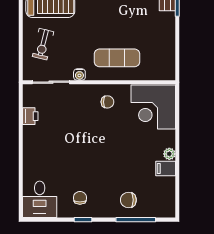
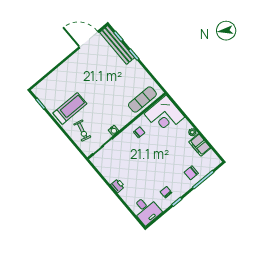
exercise mat: (117, 58) -> (142, 100), moved
printer: (30, 116) -> (118, 186), moved
filing cabinet: (166, 169) -> (200, 145), width x2.00

